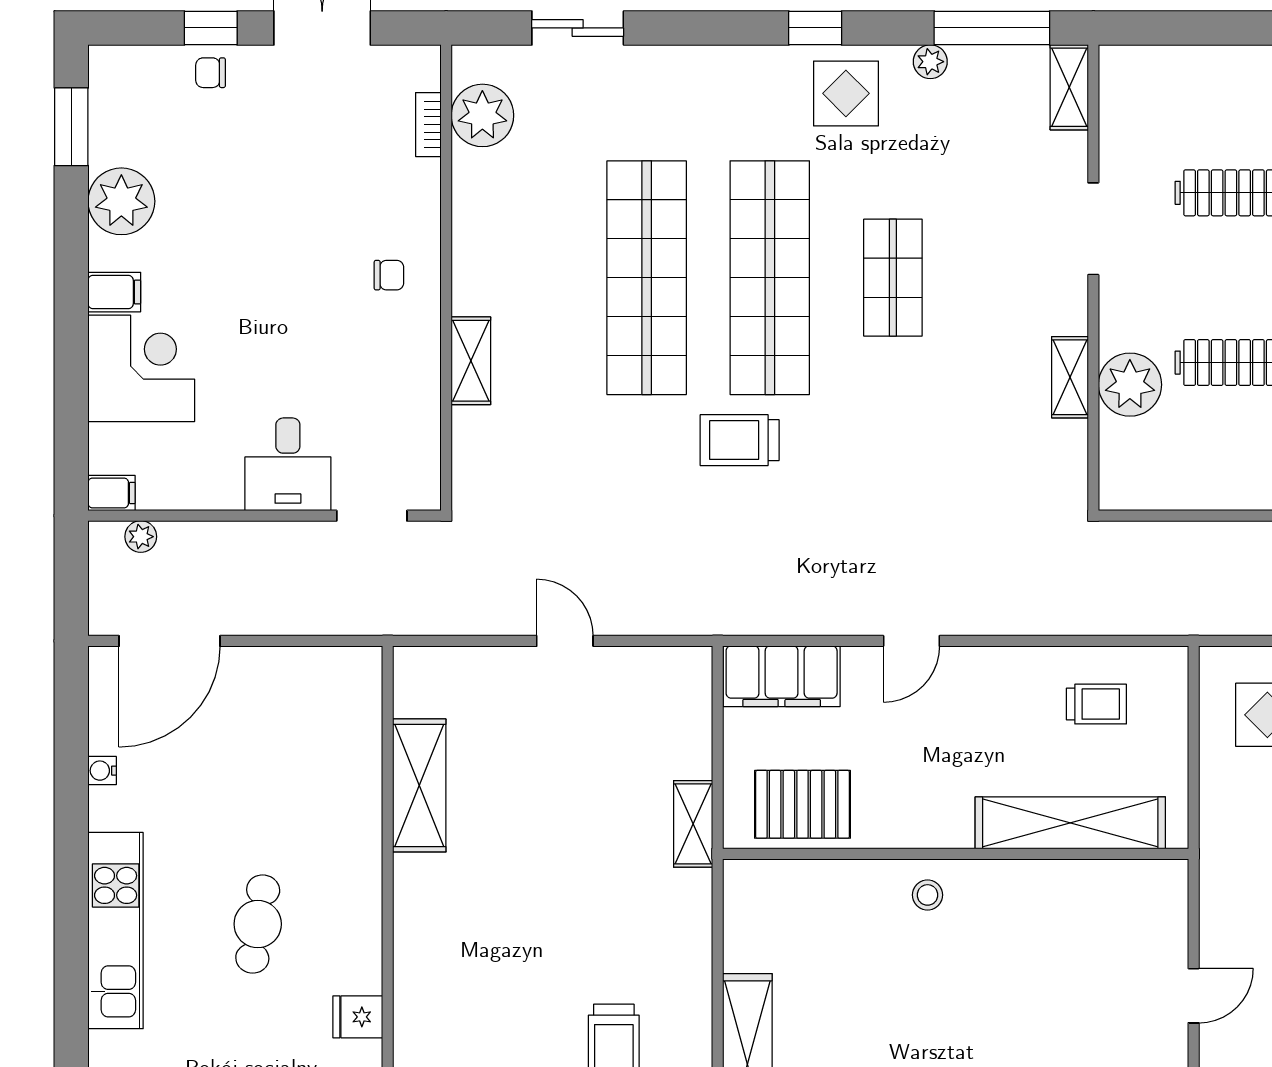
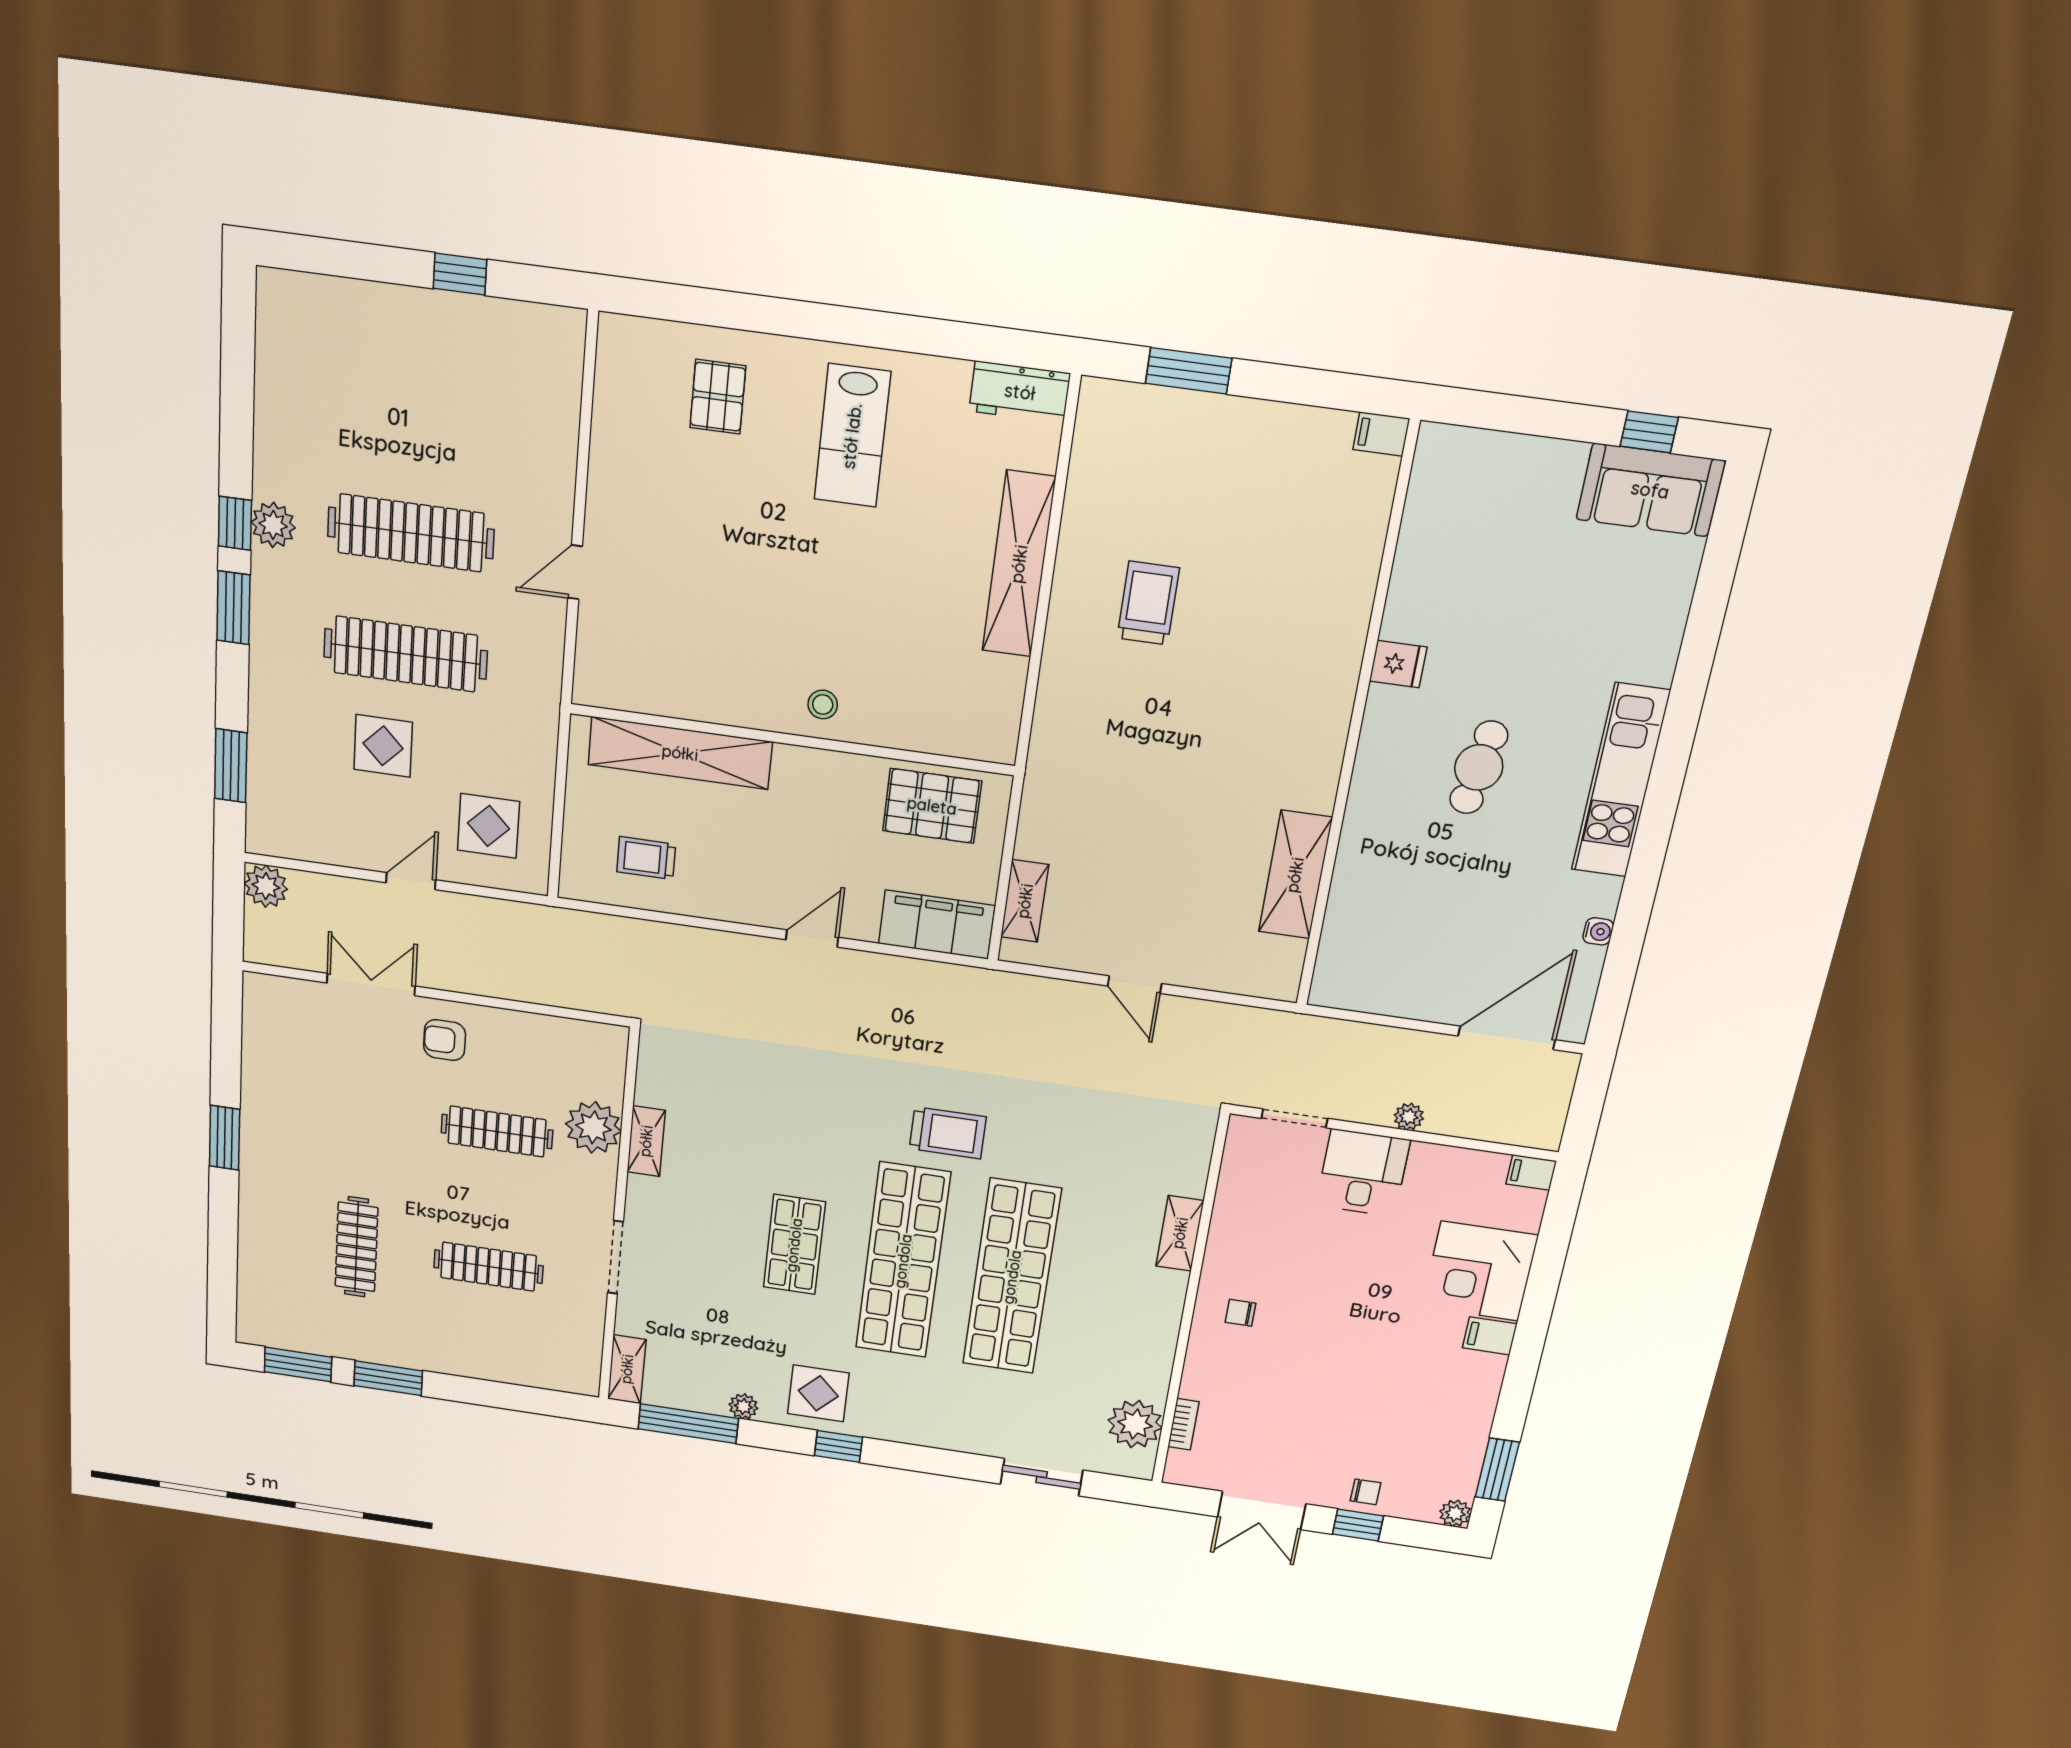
plant: (121, 201) -> (1455, 1513), moved, width x0.53, depth x0.53
plant: (141, 537) -> (1409, 1117), moved
shelving: (693, 824) -> (1025, 901), moved

